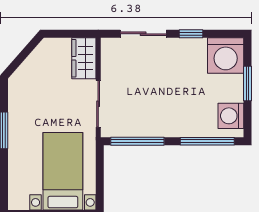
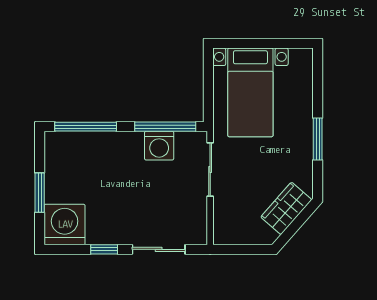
wardrobe: (84, 58) -> (286, 208), moved, turned -139
washing machine: (231, 116) -> (159, 146), moved, turned 90

